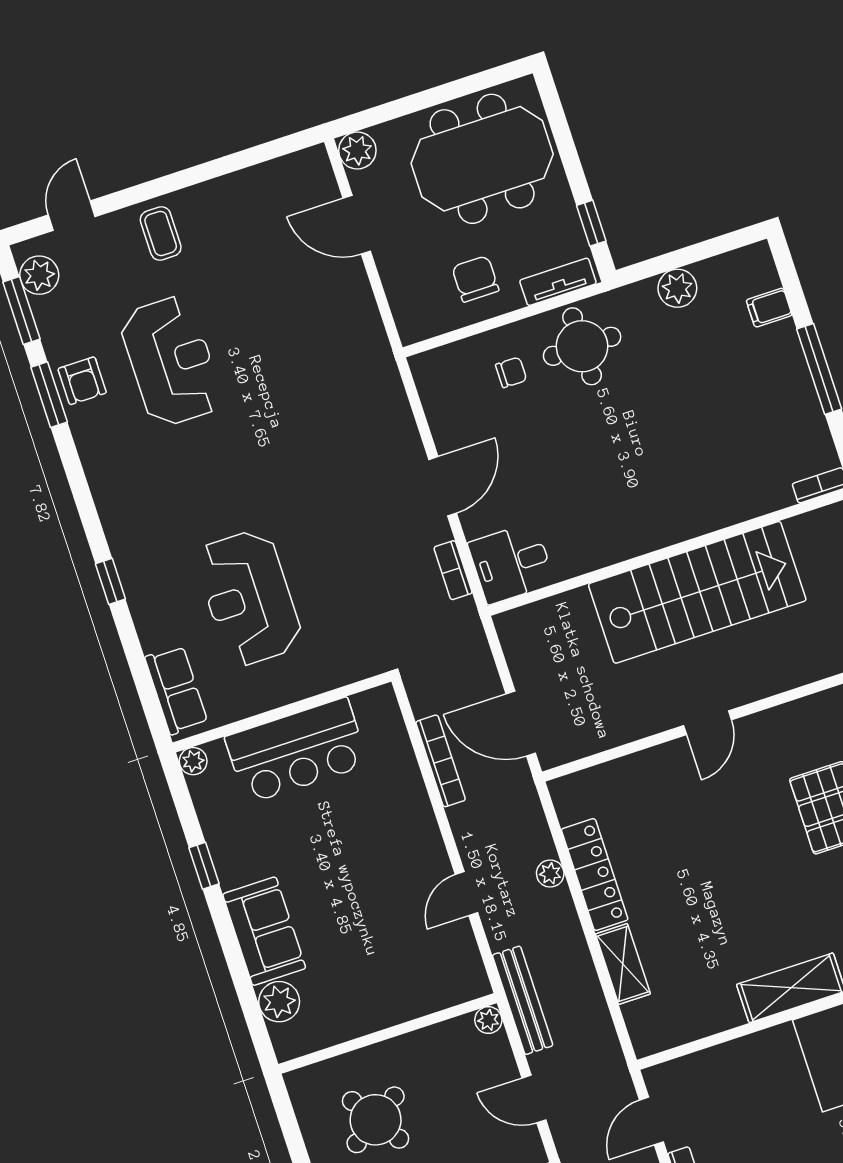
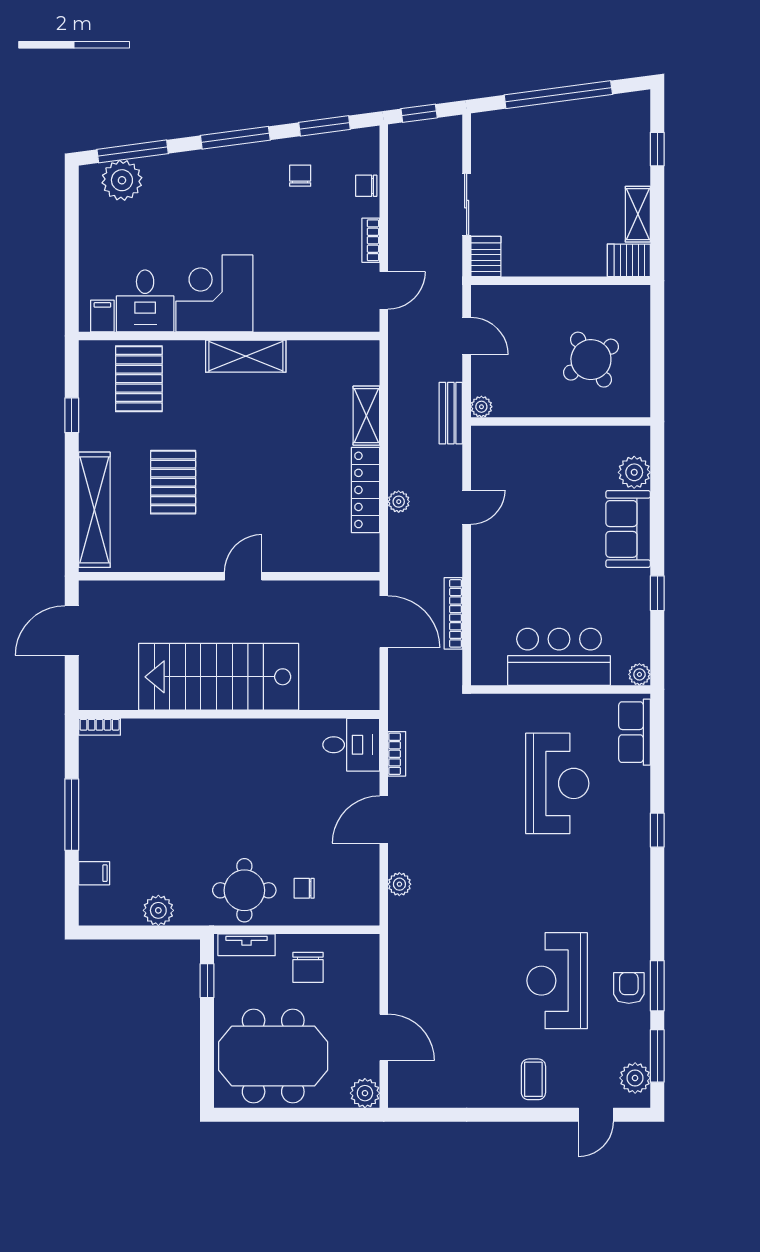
plant: (398, 415) -> (399, 884), added
bench: (523, 1000) -> (451, 413), width x0.73

